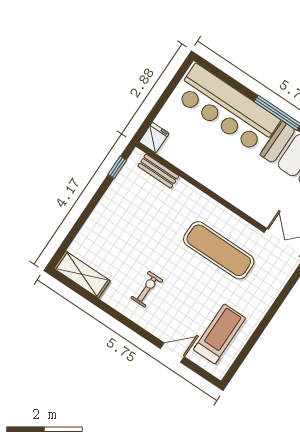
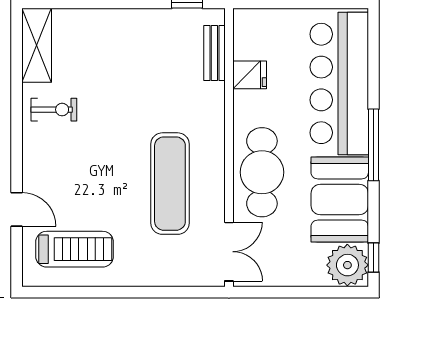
fridge: (154, 138) -> (250, 75), moved
cafe table: (249, 191) -> (262, 172), added
exercise bike: (147, 289) -> (54, 110), moved

